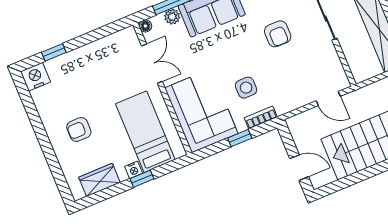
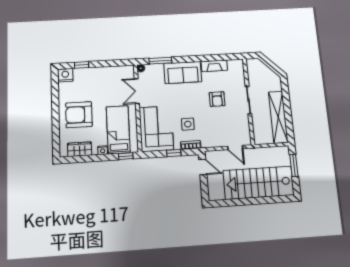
plant: (172, 17) -> (158, 68), removed
double door: (152, 64) -> (137, 91), swing flipped
armchair: (79, 129) -> (79, 115), width x1.88, depth x1.88
door: (299, 168) -> (203, 167), moved
window: (142, 179) -> (126, 156), moved

